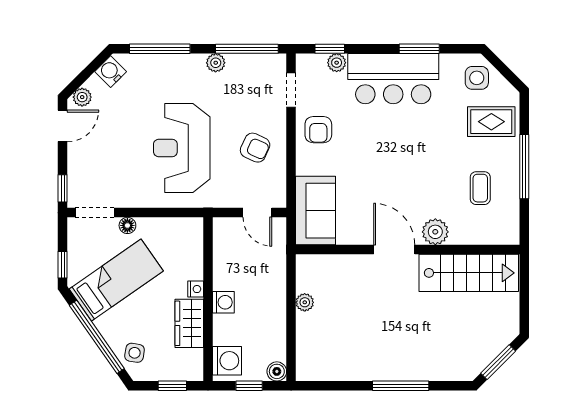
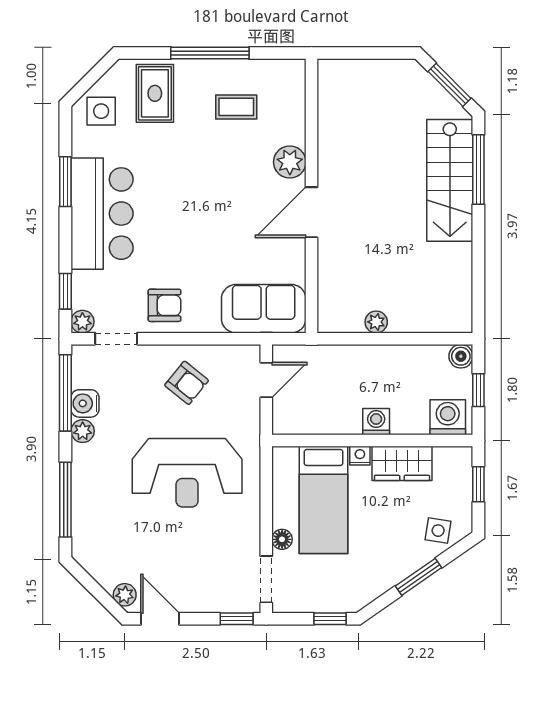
plant: (337, 63) -> (82, 322), moved
water cooler: (111, 72) -> (85, 403), moved, turned 45
armchair: (255, 148) -> (187, 383), turned 104
stairs: (469, 273) -> (450, 180), moved, turned 180
bed: (116, 280) -> (324, 500), moved, turned -145
window: (97, 337) -> (419, 577), width x0.47
window: (401, 386) -> (478, 170), moved

